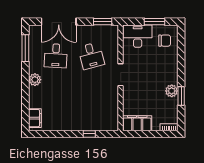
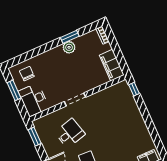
window: (89, 134) -> (134, 89), moved

